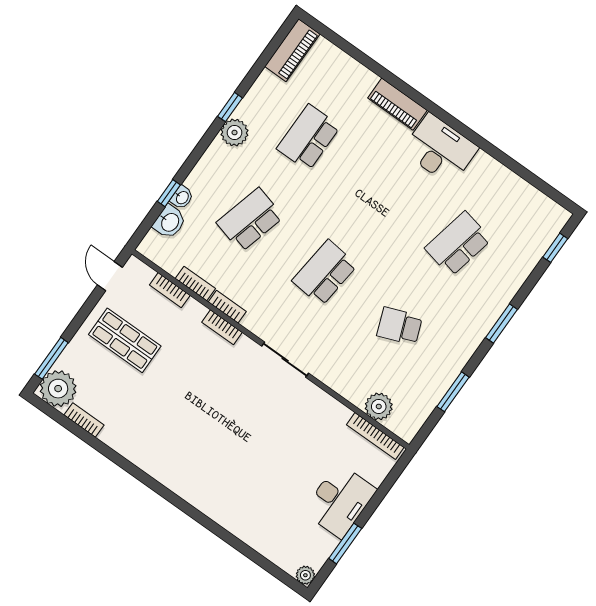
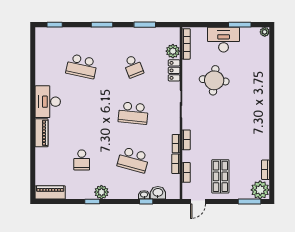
school desk: (308, 138) -> (82, 160), width x0.54
locker: (347, 387) -> (174, 70), added
round table: (285, 439) -> (214, 80), added

